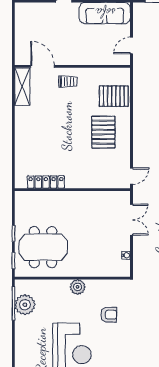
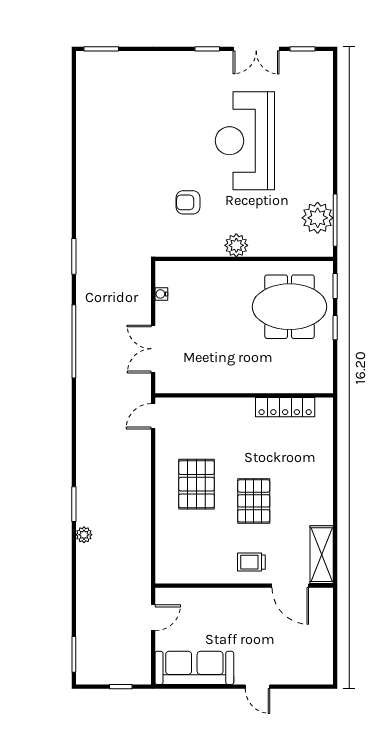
pallet: (114, 96) -> (254, 501), moved, turned 90

